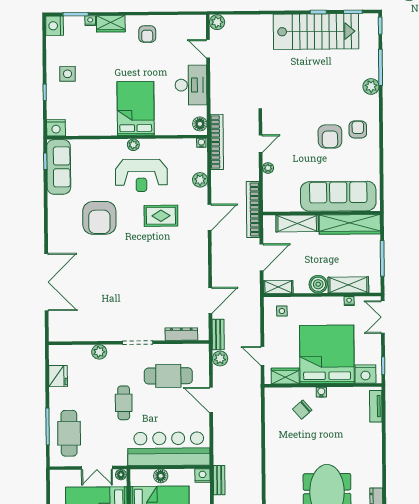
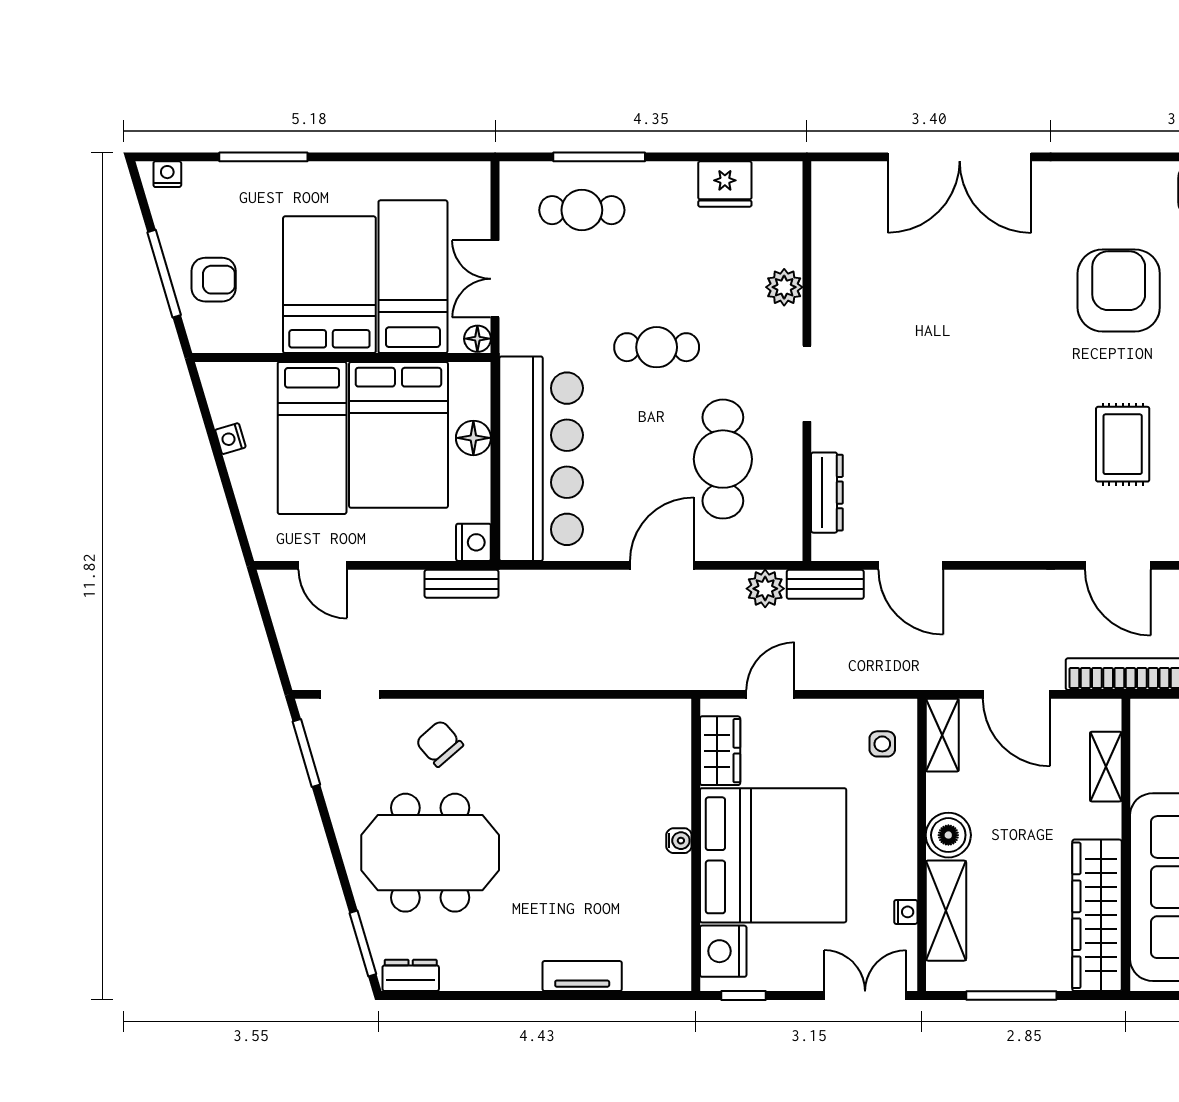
armchair: (99, 218) -> (1119, 291), turned 90
shelving: (297, 223) -> (1106, 767), width x0.67, depth x0.75
tv unit: (376, 406) -> (582, 976), moved
chair: (302, 410) -> (439, 743), moved
cafe table: (69, 433) -> (582, 210), width x0.73, depth x0.74

